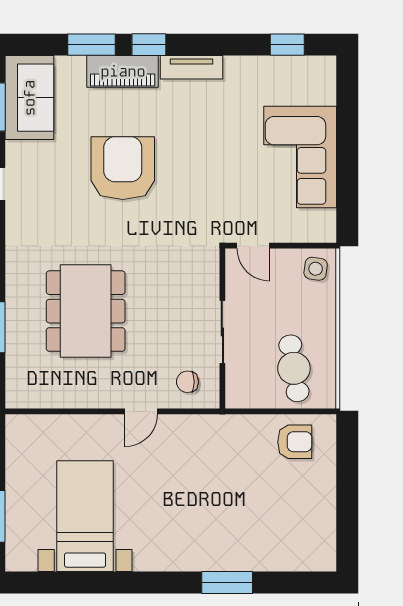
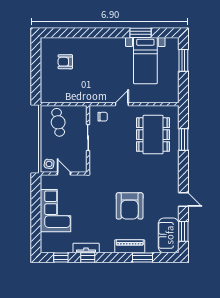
window: (149, 45) -> (88, 257), moved
tv unit: (191, 67) -> (86, 248), moved
door: (253, 246) -> (64, 174), moved
dining table: (86, 311) -> (153, 135), moved
armchair: (295, 442) -> (65, 62), moved
window: (227, 583) -> (141, 33), moved

